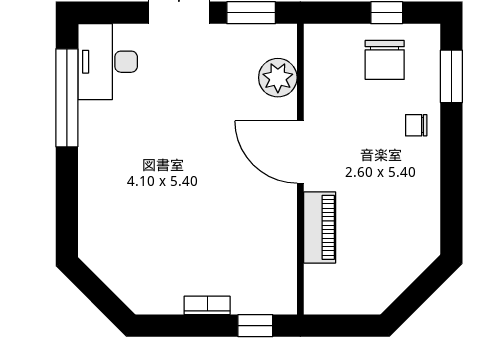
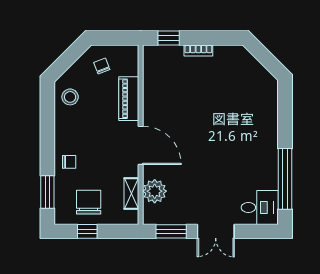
desk: (108, 62) -> (260, 208), width x0.73
shelving: (315, 74) -> (131, 193), added
stool: (415, 230) -> (70, 97), added
chair: (363, 280) -> (102, 66), added

